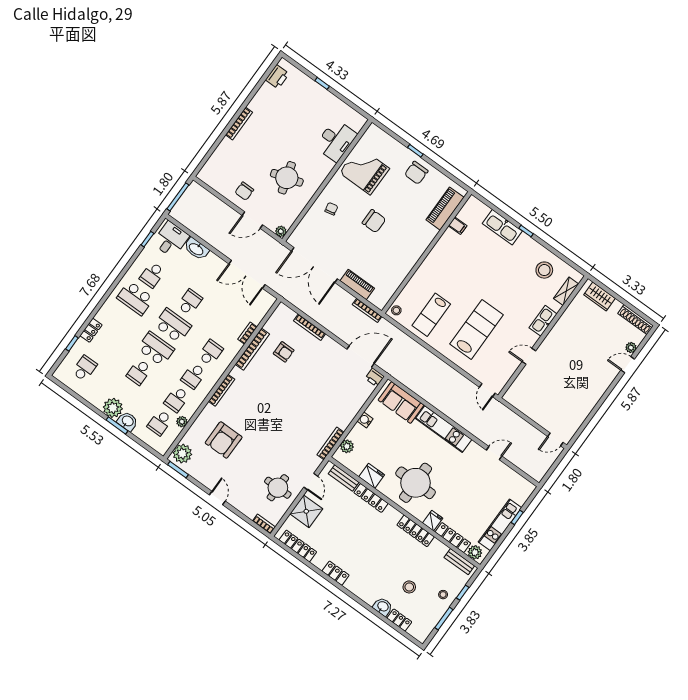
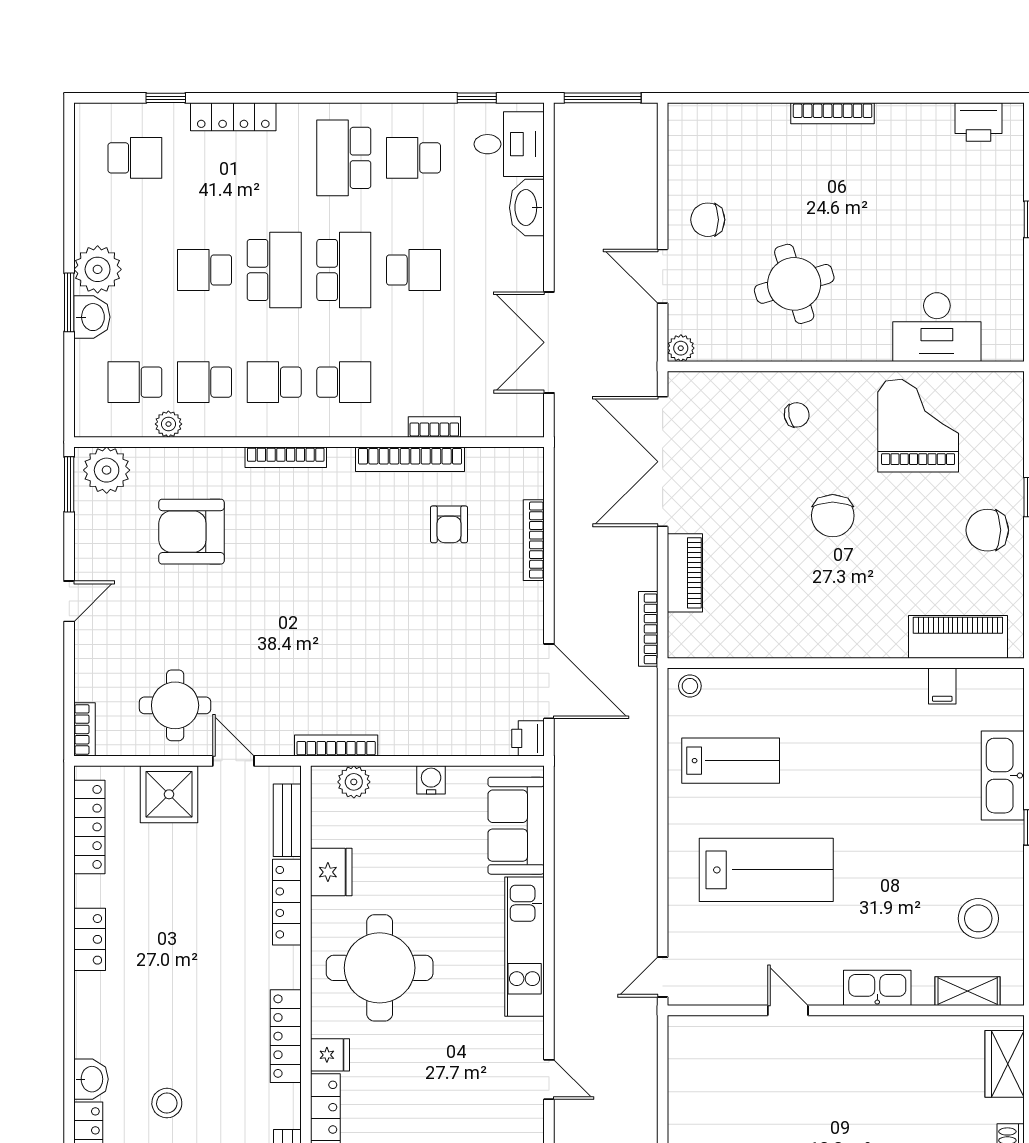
lab bench: (431, 315) -> (731, 761), turned 180
locker: (91, 330) -> (233, 117), width x1.53
door: (311, 482) -> (233, 761), swing flipped

